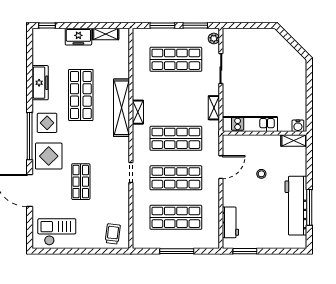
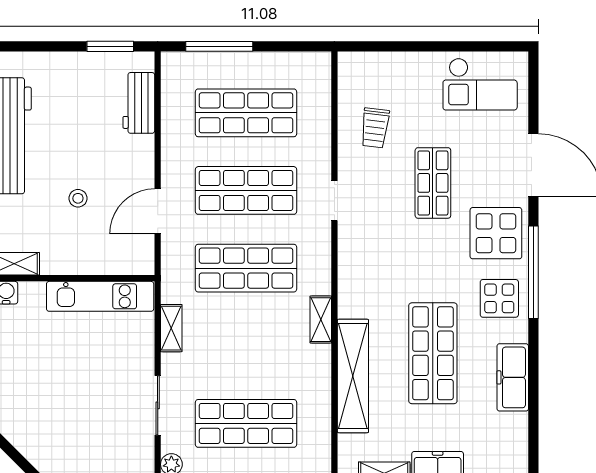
shelving: (121, 108) -> (353, 376), moved
trolley: (113, 234) -> (375, 128), moved
window: (177, 251) -> (219, 46), moved

